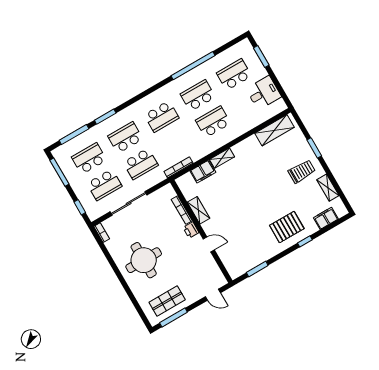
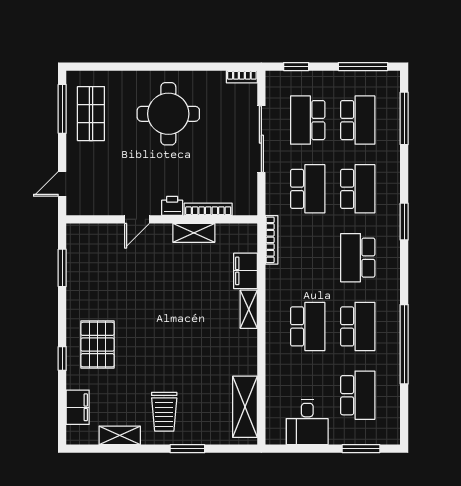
window: (105, 117) -> (404, 222), moved
school desk: (141, 164) -> (308, 189), turned 180

